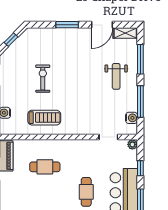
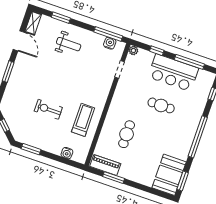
window: (140, 59) -> (61, 18), width x0.69
window: (140, 101) -> (108, 34), moved

